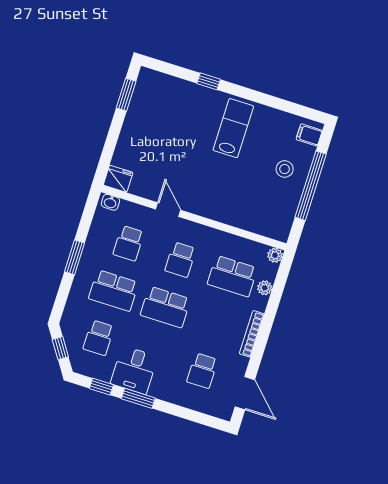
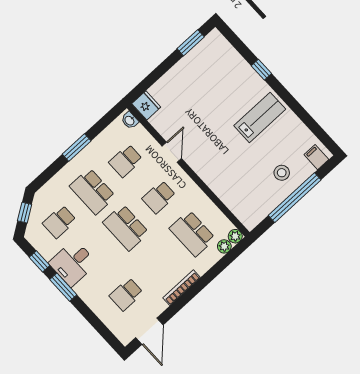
plant: (265, 288) -> (224, 246), moved

